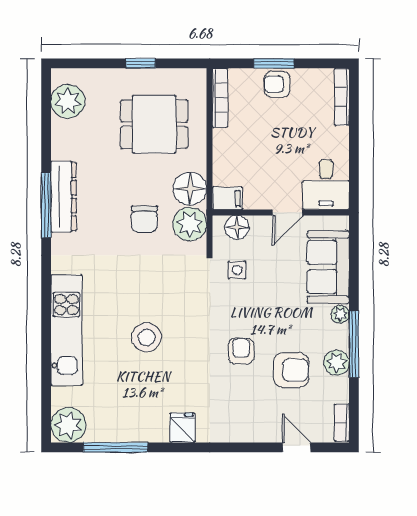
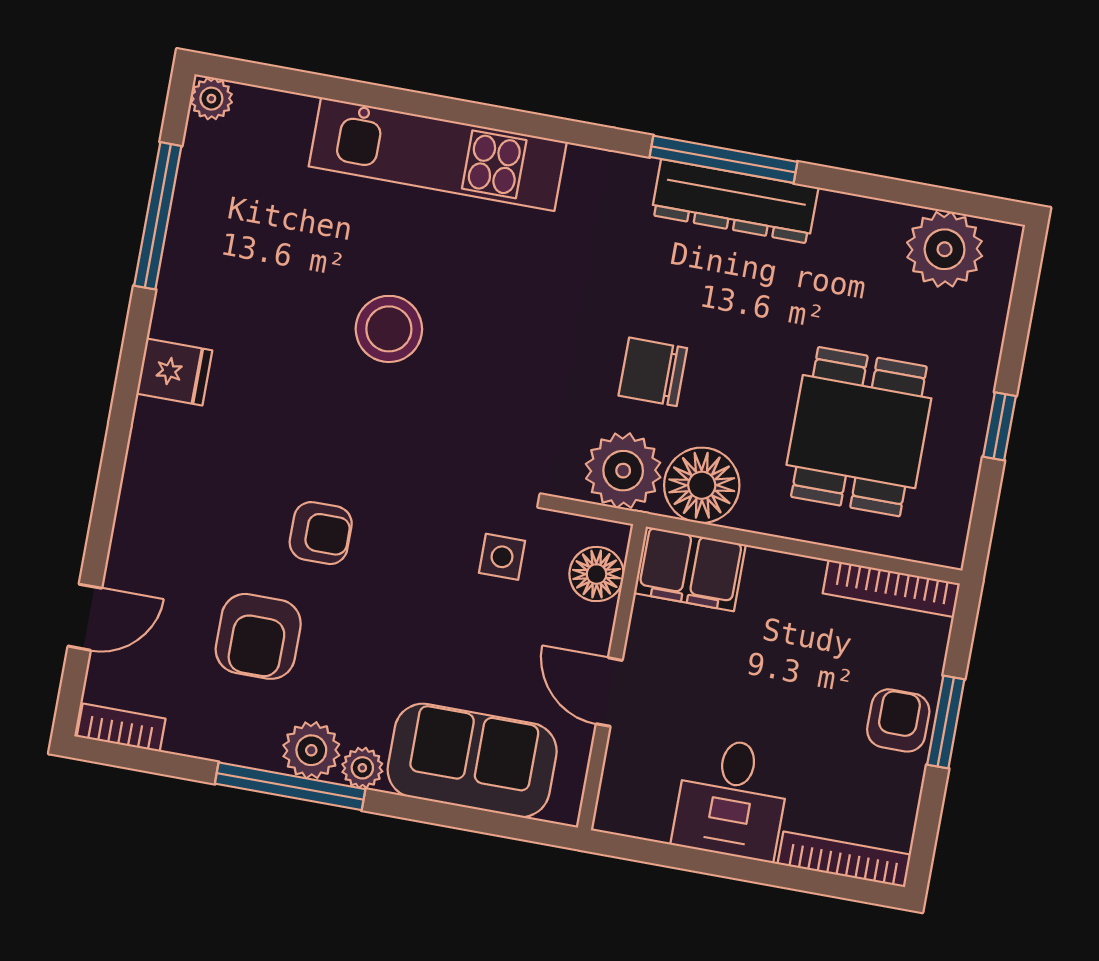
desk: (326, 185) -> (732, 798), moved, turned -90
filing cabinet: (227, 198) -> (690, 569), width x2.00
plant: (337, 363) -> (311, 750), moved
plant: (68, 425) -> (211, 99), width x0.53, depth x0.53

